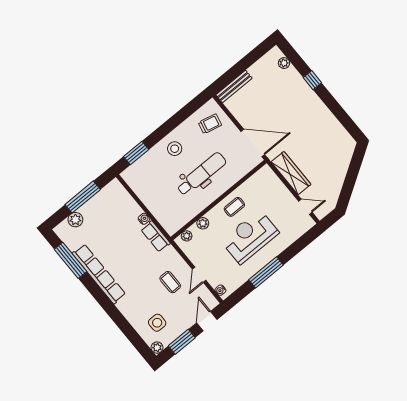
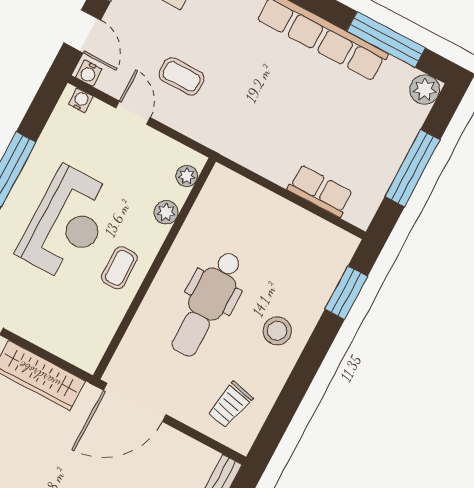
water cooler: (144, 219) -> (89, 73), moved
plant: (75, 220) -> (425, 90), moved
row of seats: (156, 236) -> (320, 191), moved

